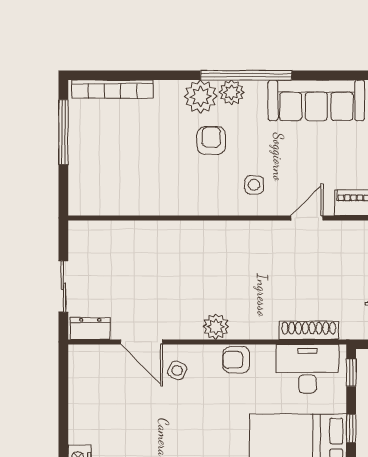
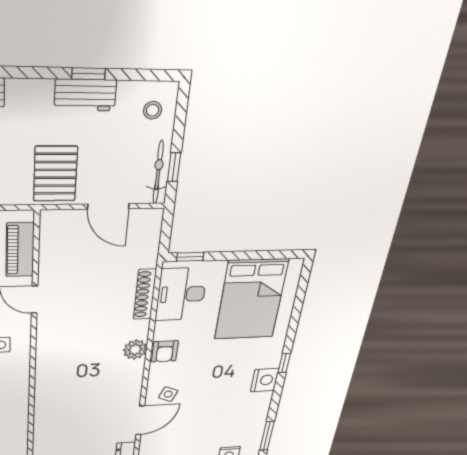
plant: (216, 327) -> (135, 350), moved
window: (351, 428) -> (243, 255), removed

